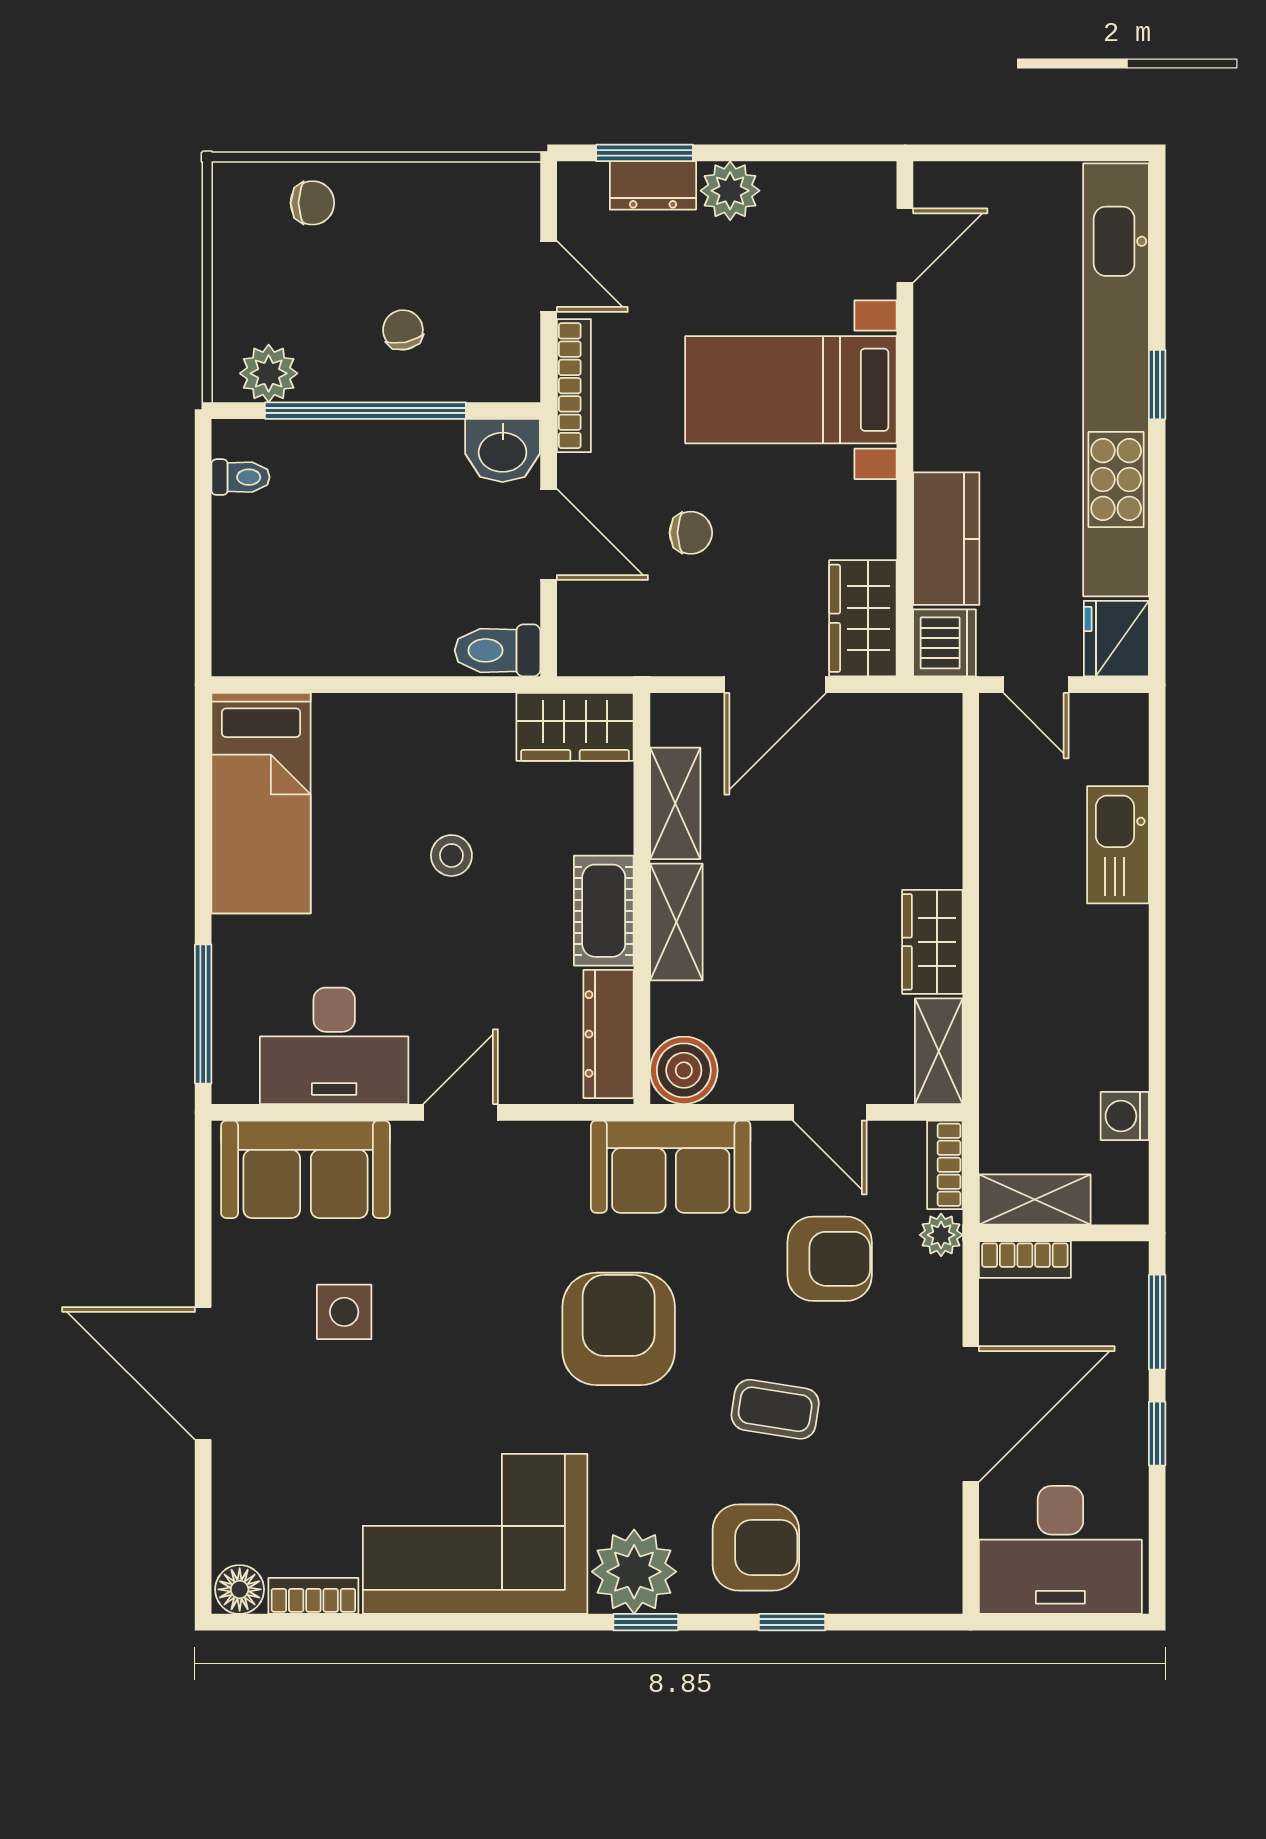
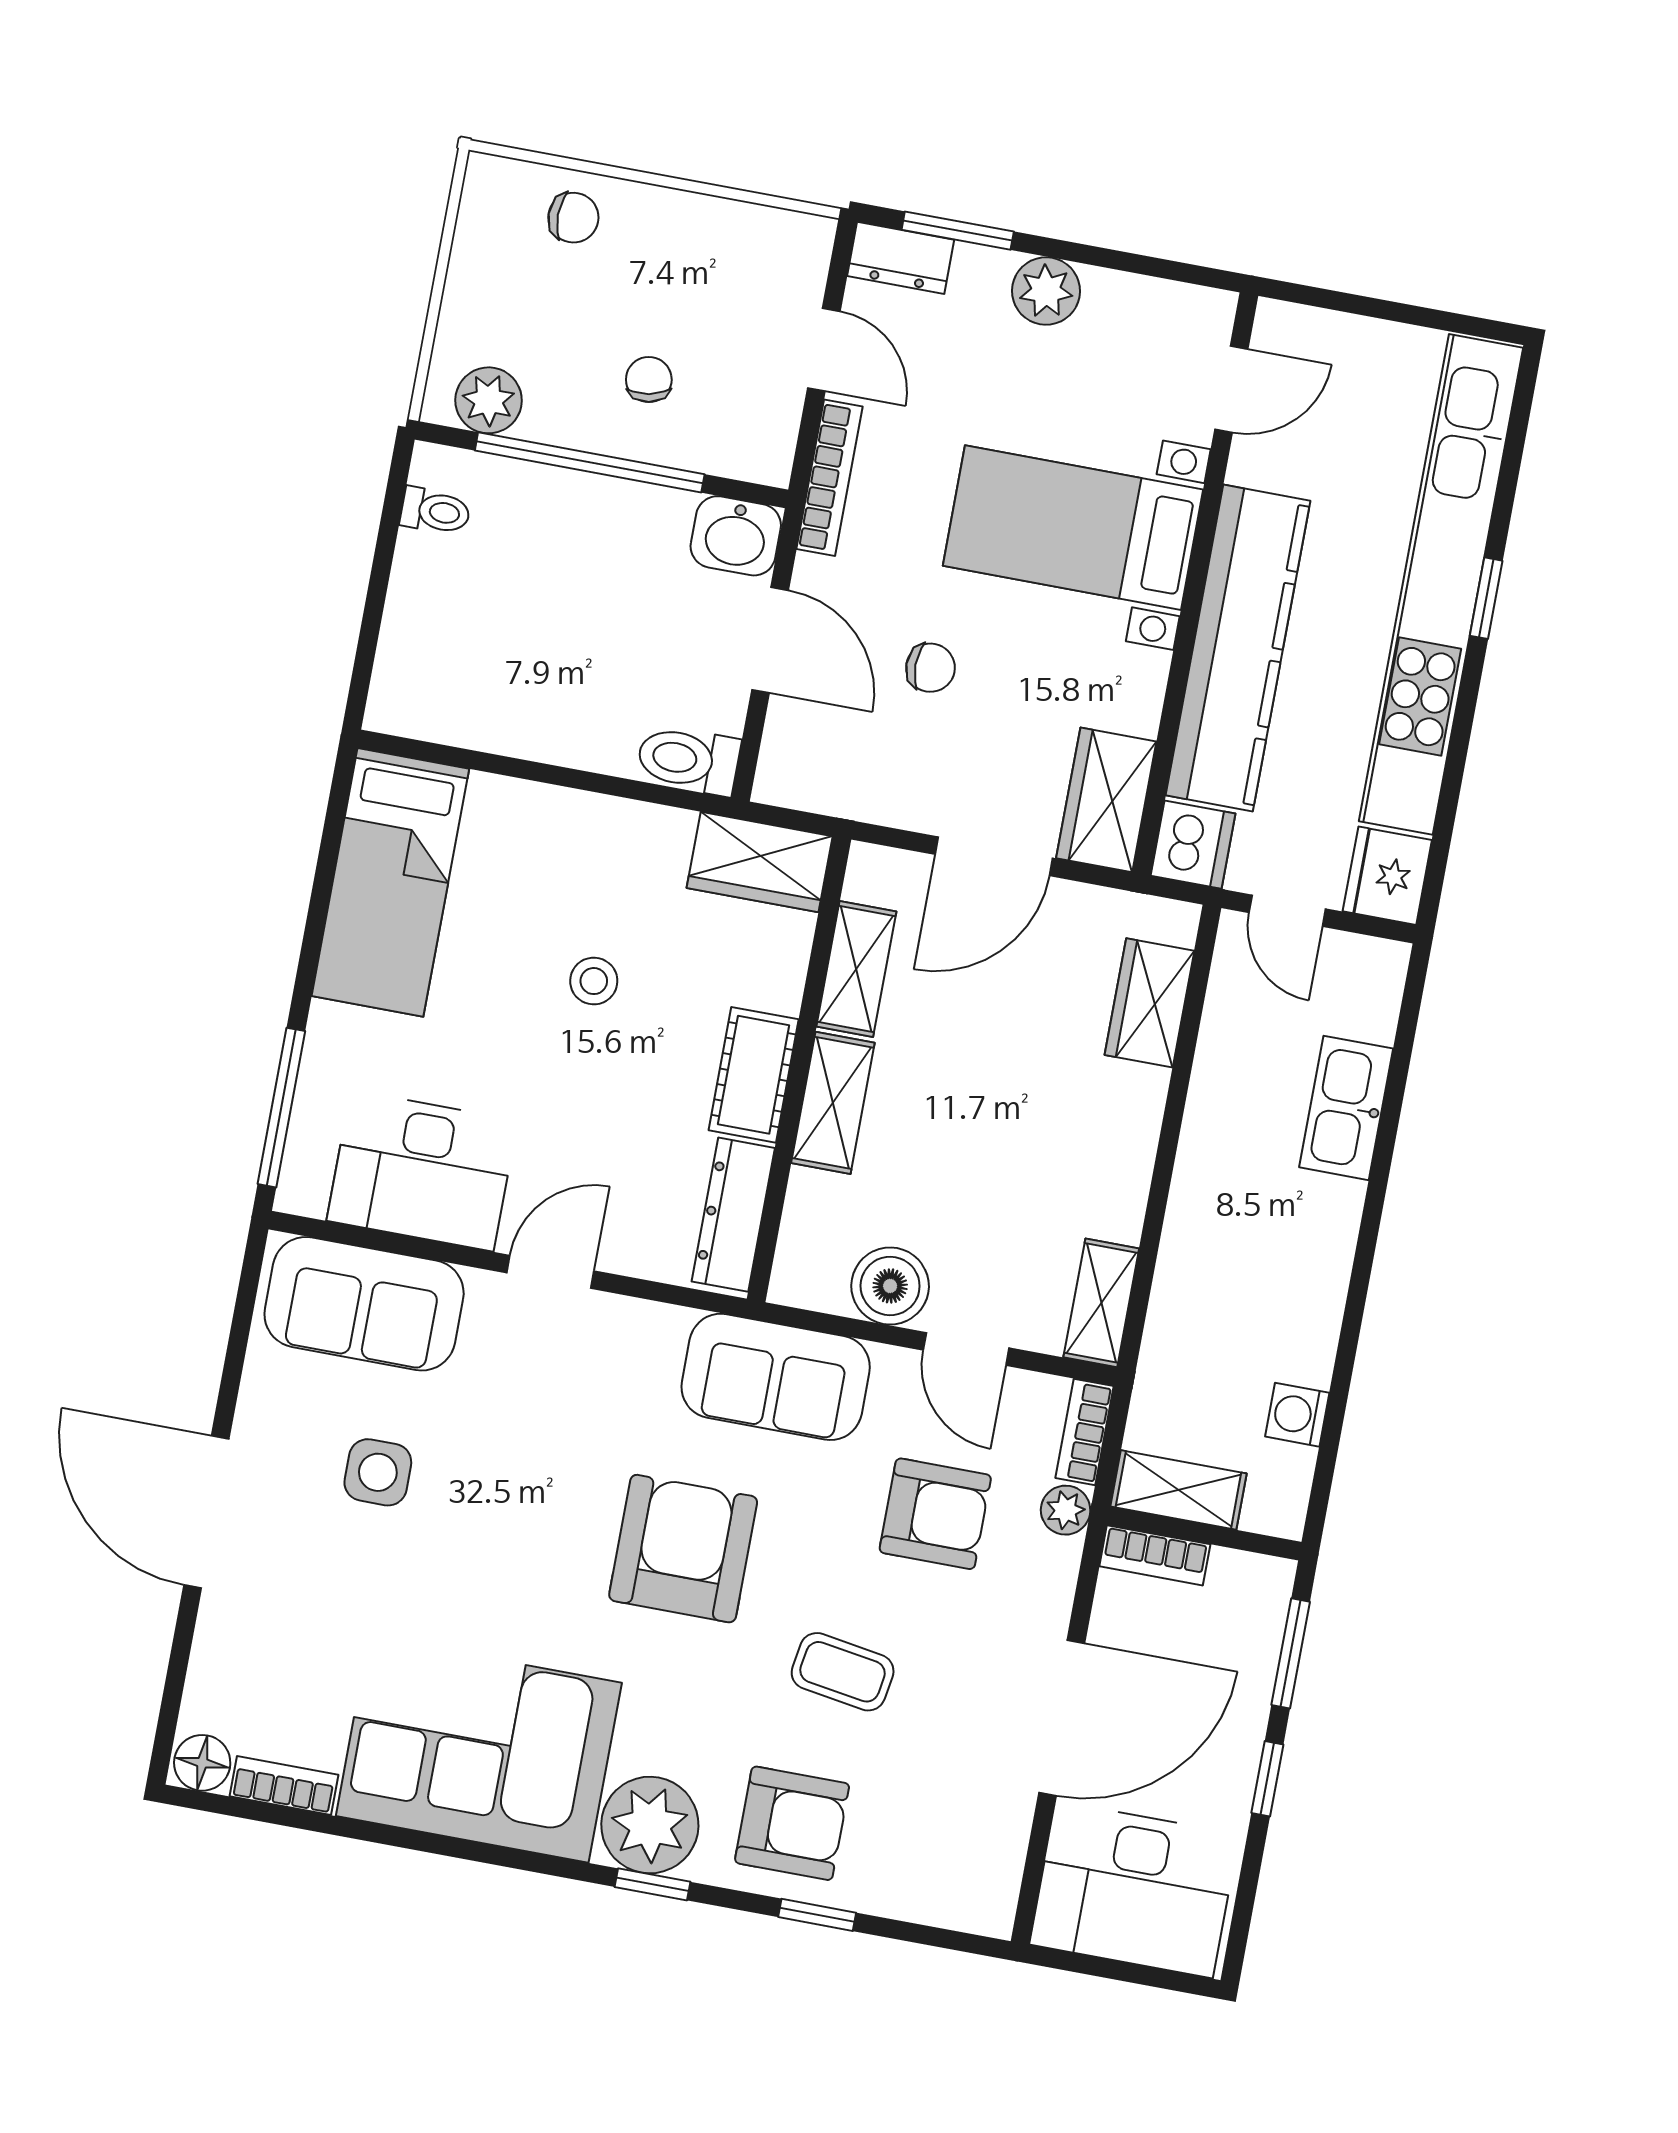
dresser: (653, 185) -> (901, 258), moved
kitchen counter: (946, 539) -> (1238, 648), width x2.08, depth x1.17
wardrobe: (932, 942) -> (1149, 1003), moved
boiler: (684, 1070) -> (890, 1286), moved

